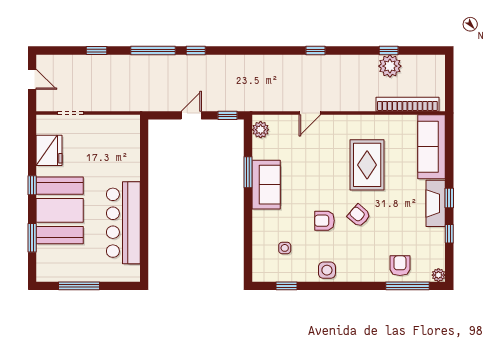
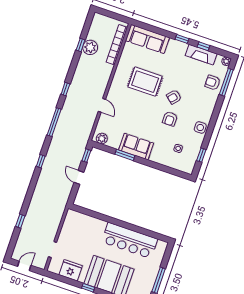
window: (153, 51) -> (54, 122), moved
fireplace: (436, 203) -> (201, 55), moved

